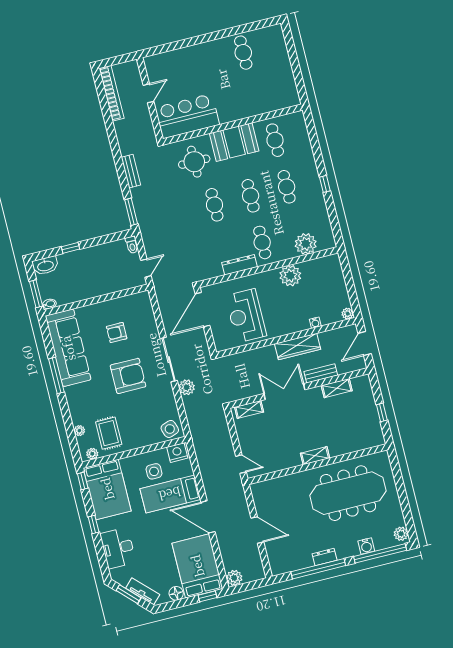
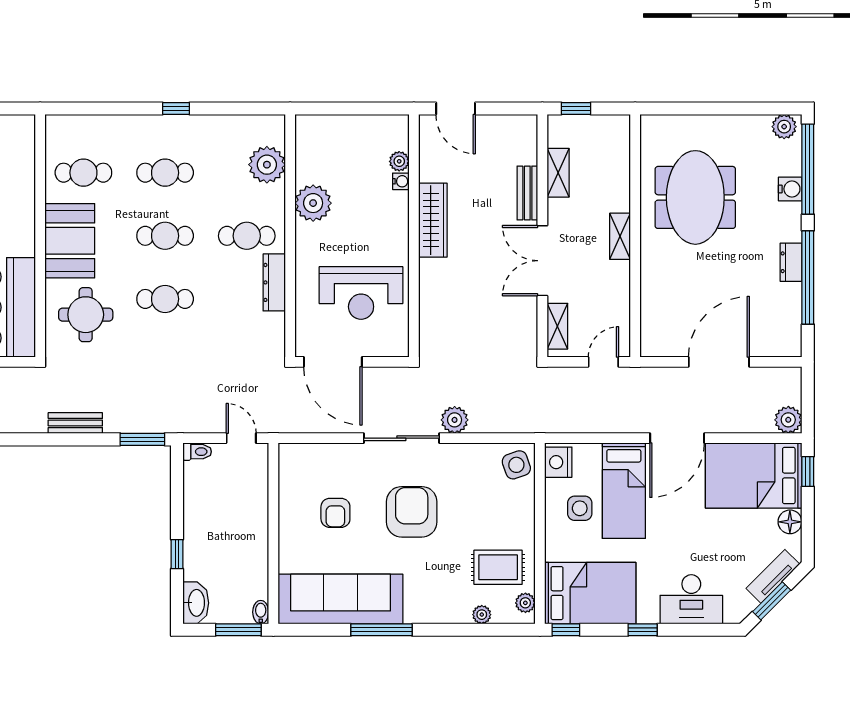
plant: (348, 314) -> (399, 161), moved
bench: (321, 373) -> (527, 193), moved
wall: (299, 388) -> (542, 236), moved
shelving: (337, 388) -> (558, 173), moved
double door: (284, 392) -> (542, 261), moved
shelving: (249, 410) -> (557, 326), moved
meeting table: (348, 493) -> (695, 197), width x0.73
door: (257, 530) -> (719, 362), width x1.36

